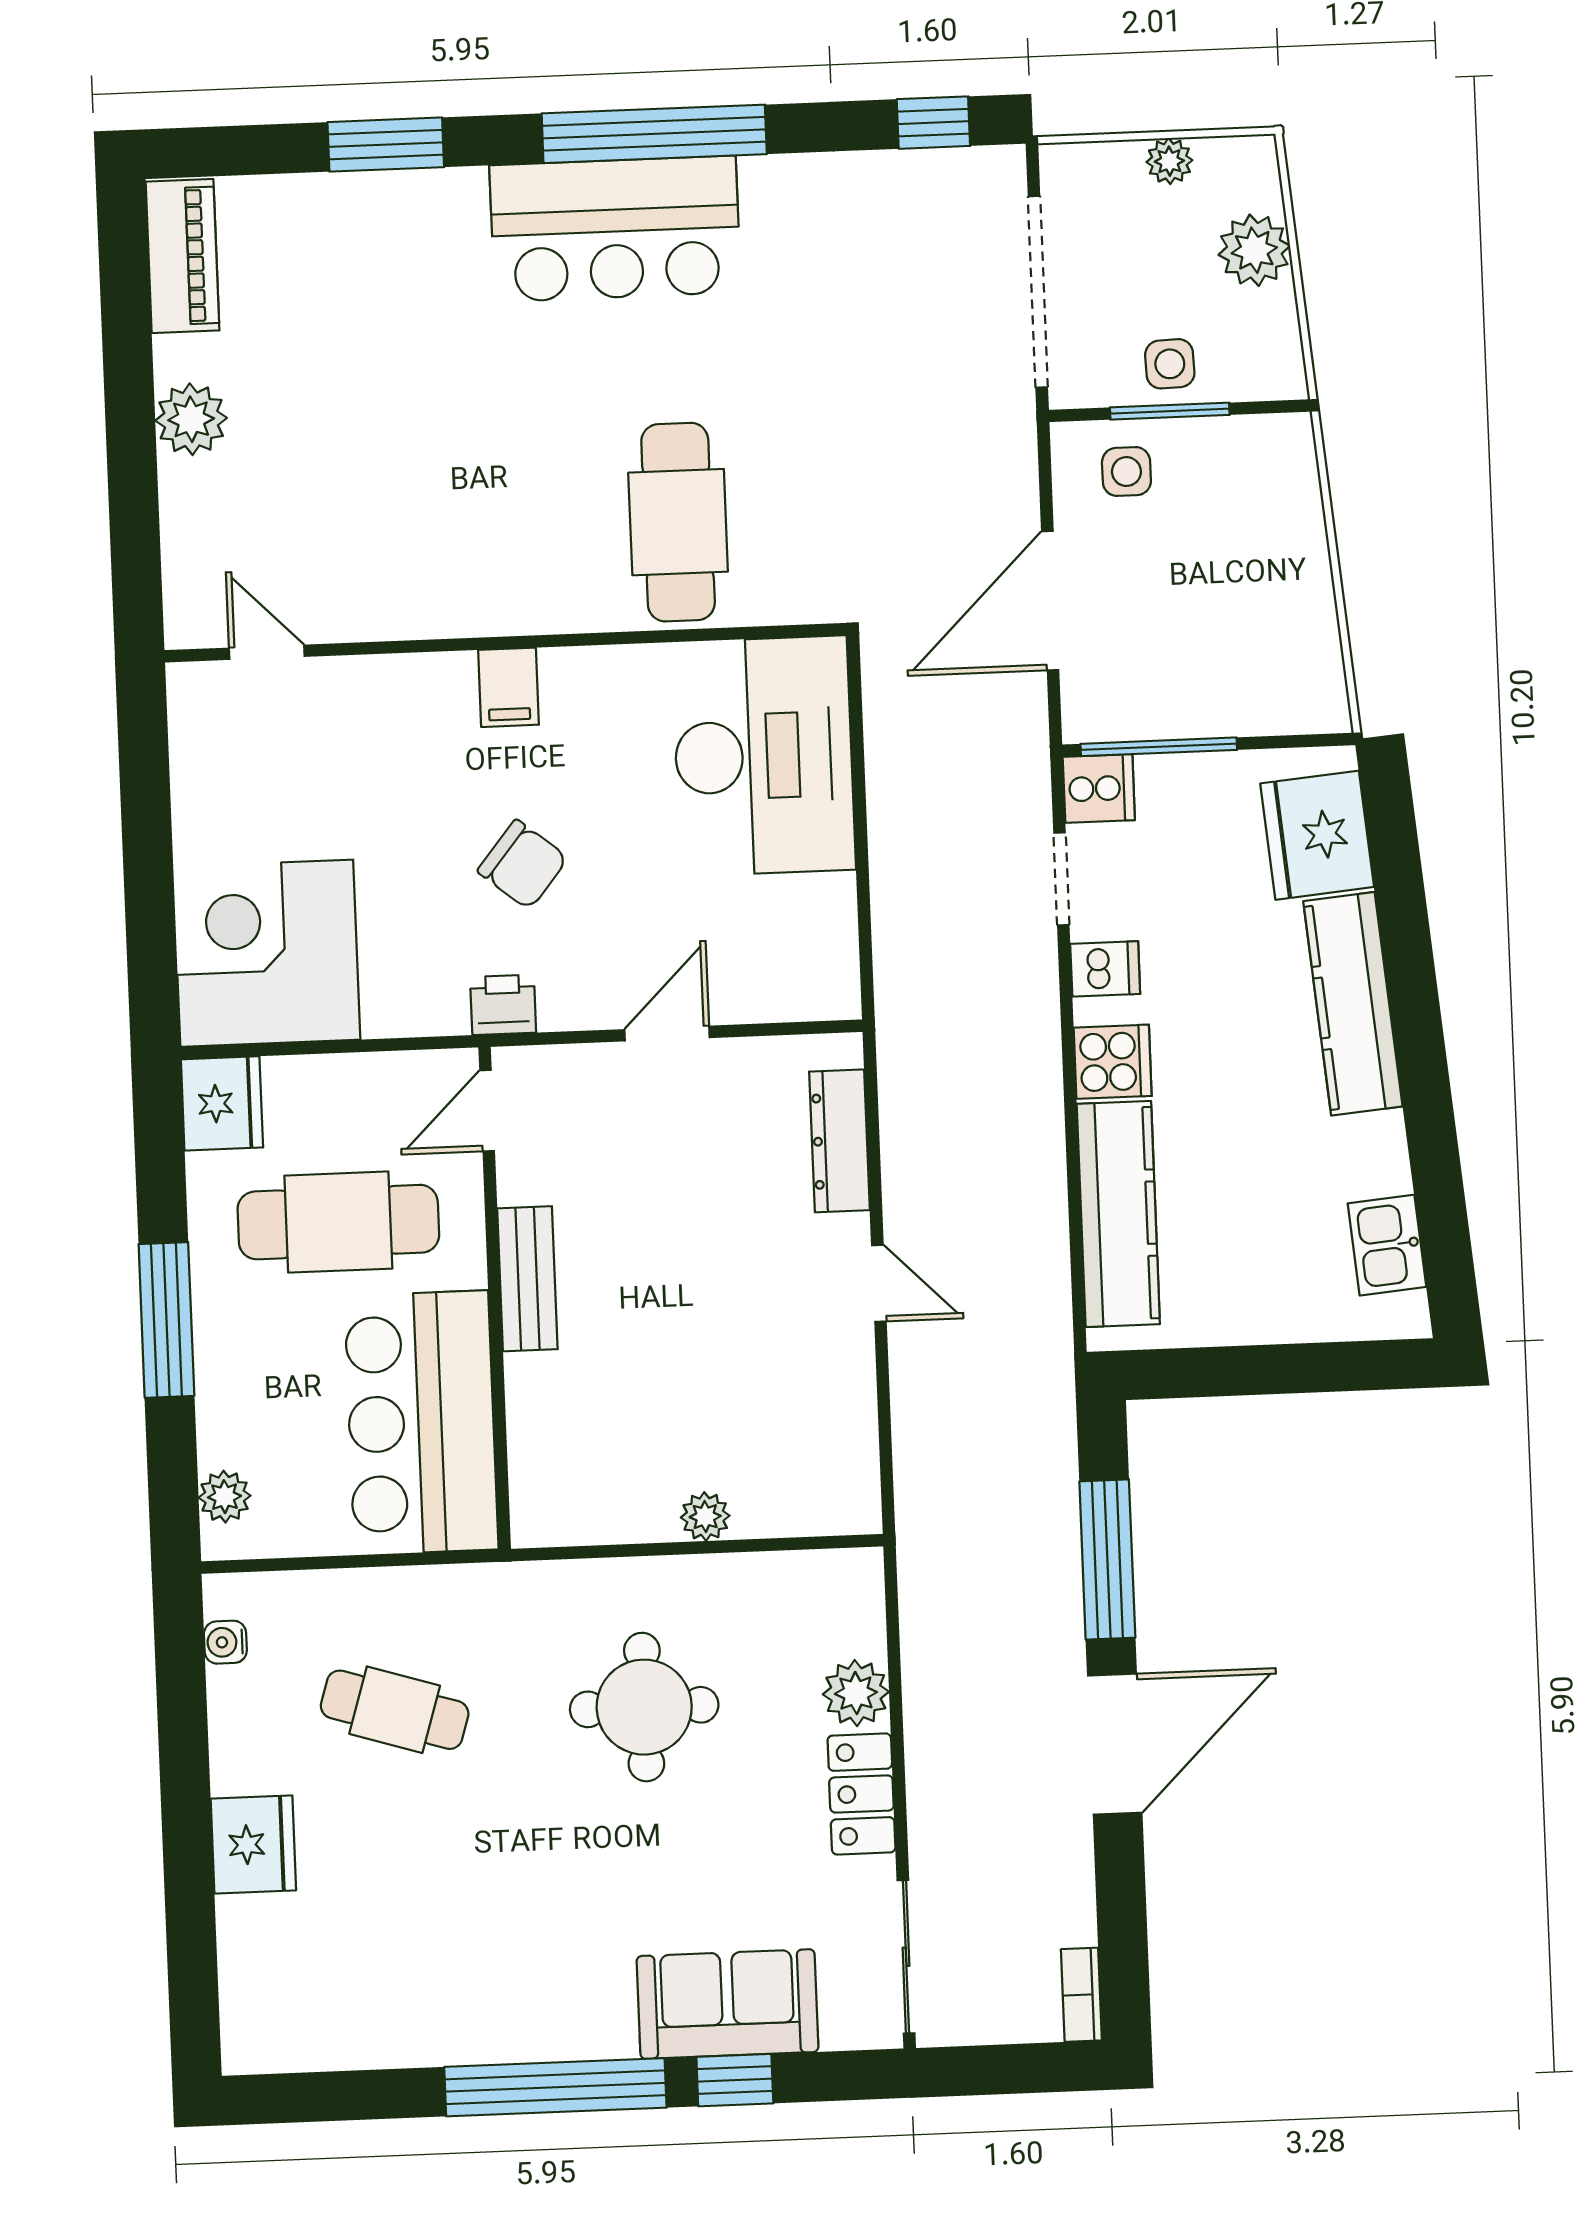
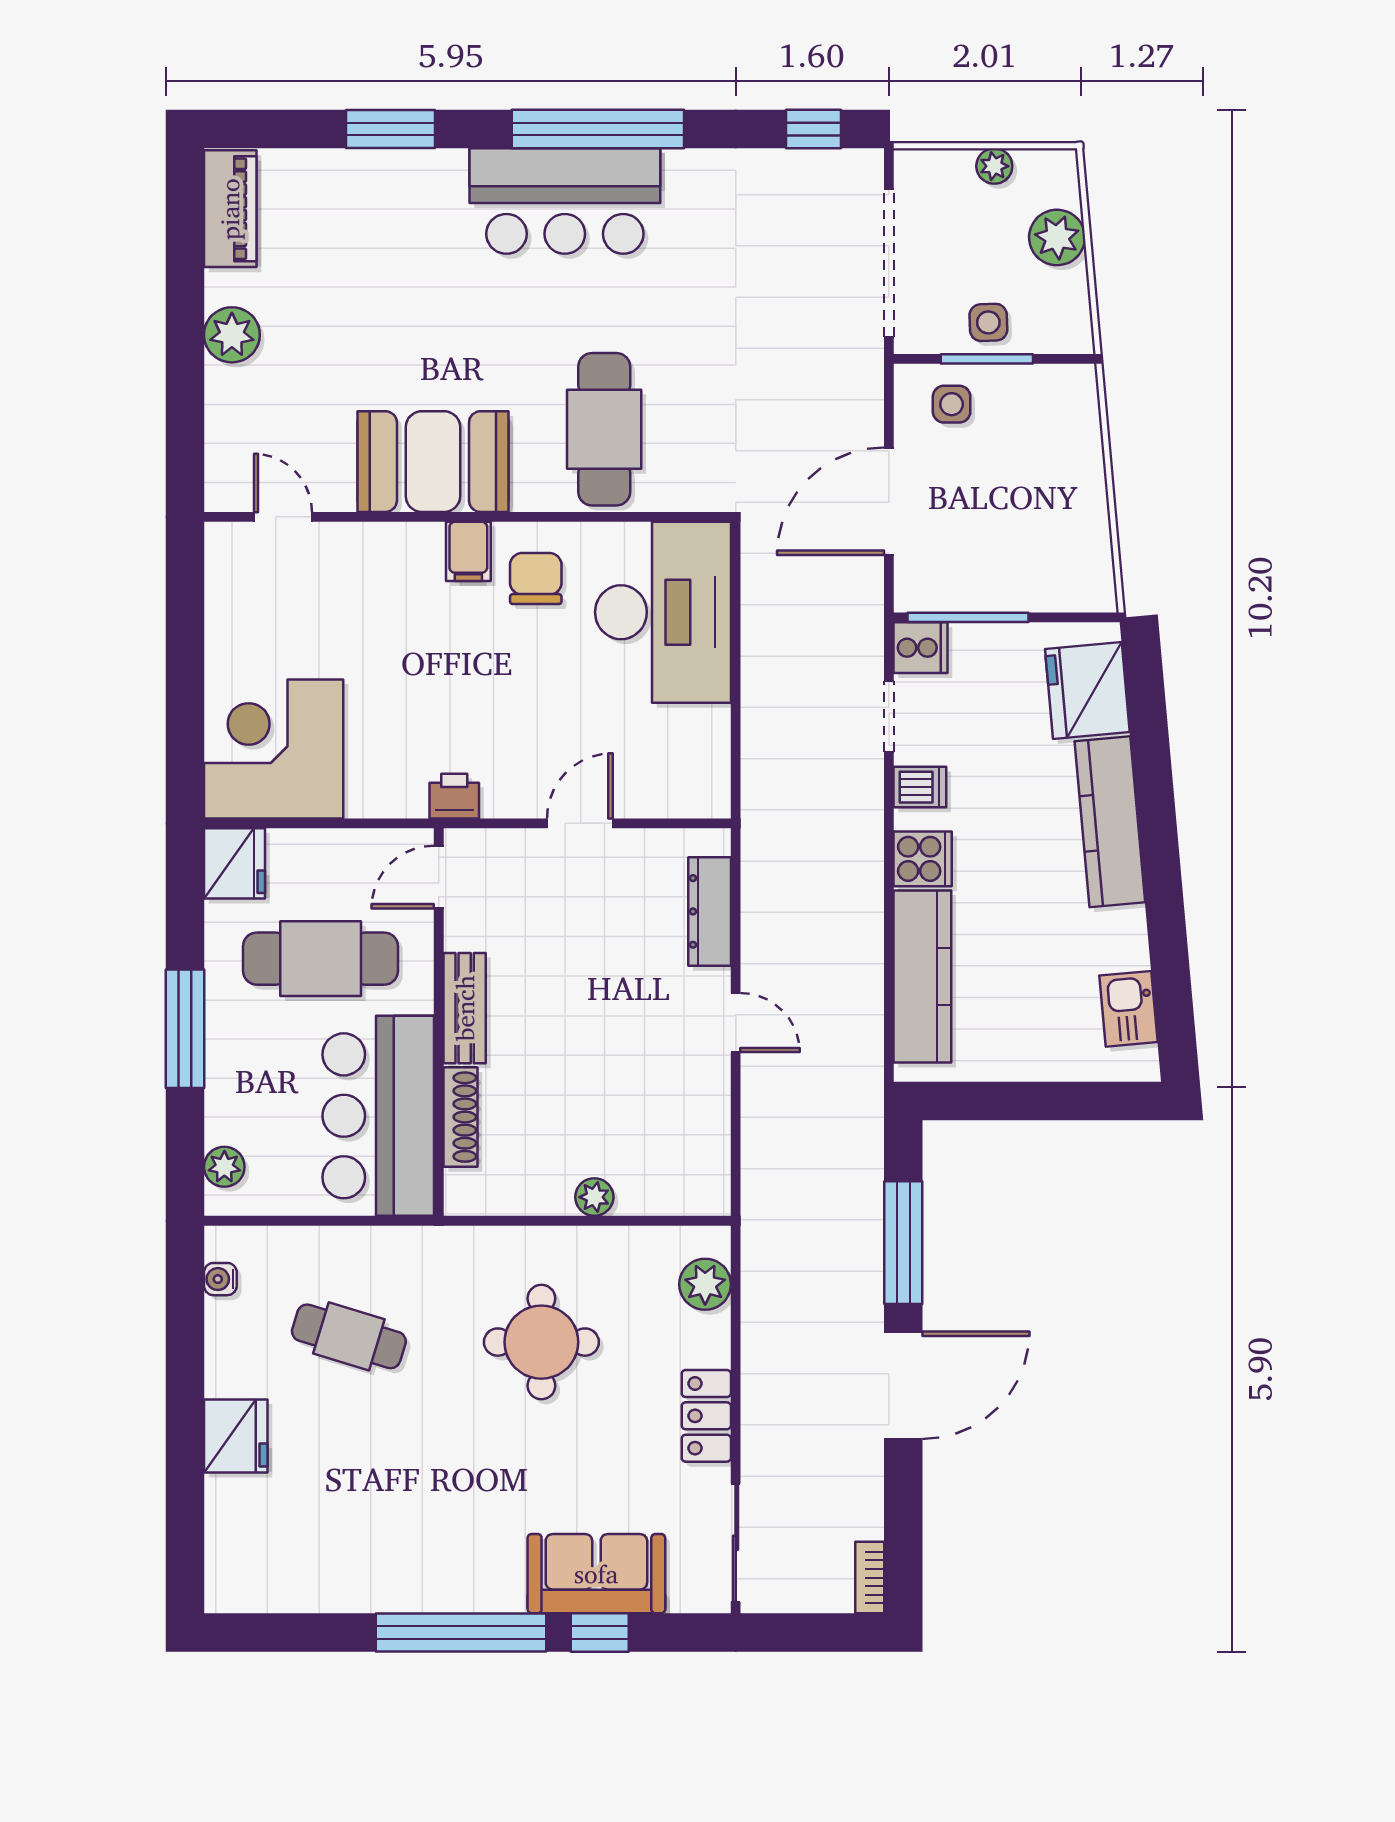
booth: (458, 573) -> (433, 462), added
chair: (523, 865) -> (536, 578), moved, turned -129
shoe rack: (528, 1420) -> (460, 1117), added
plant: (856, 1693) -> (705, 1284), moved

